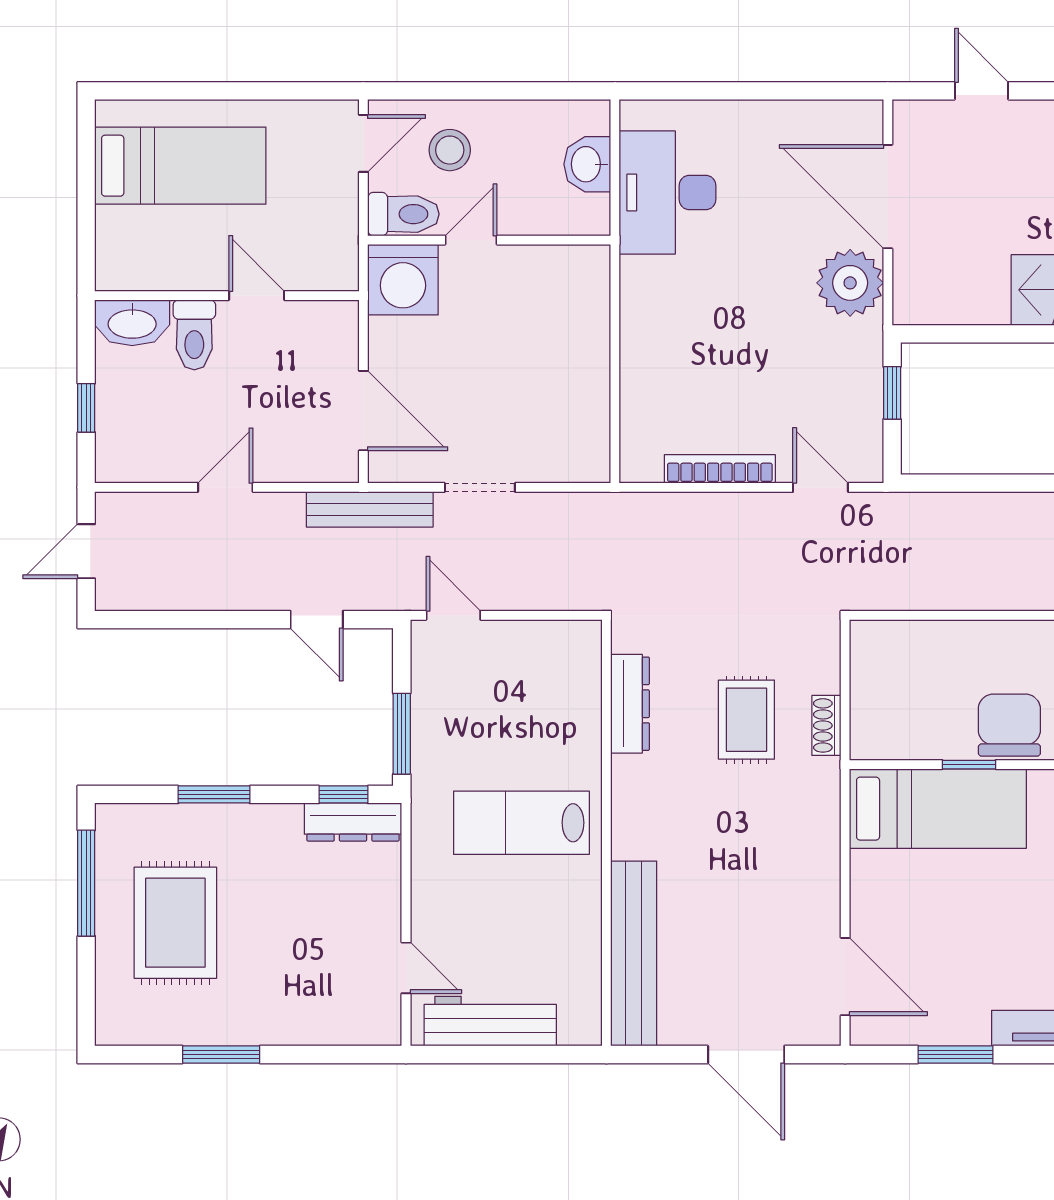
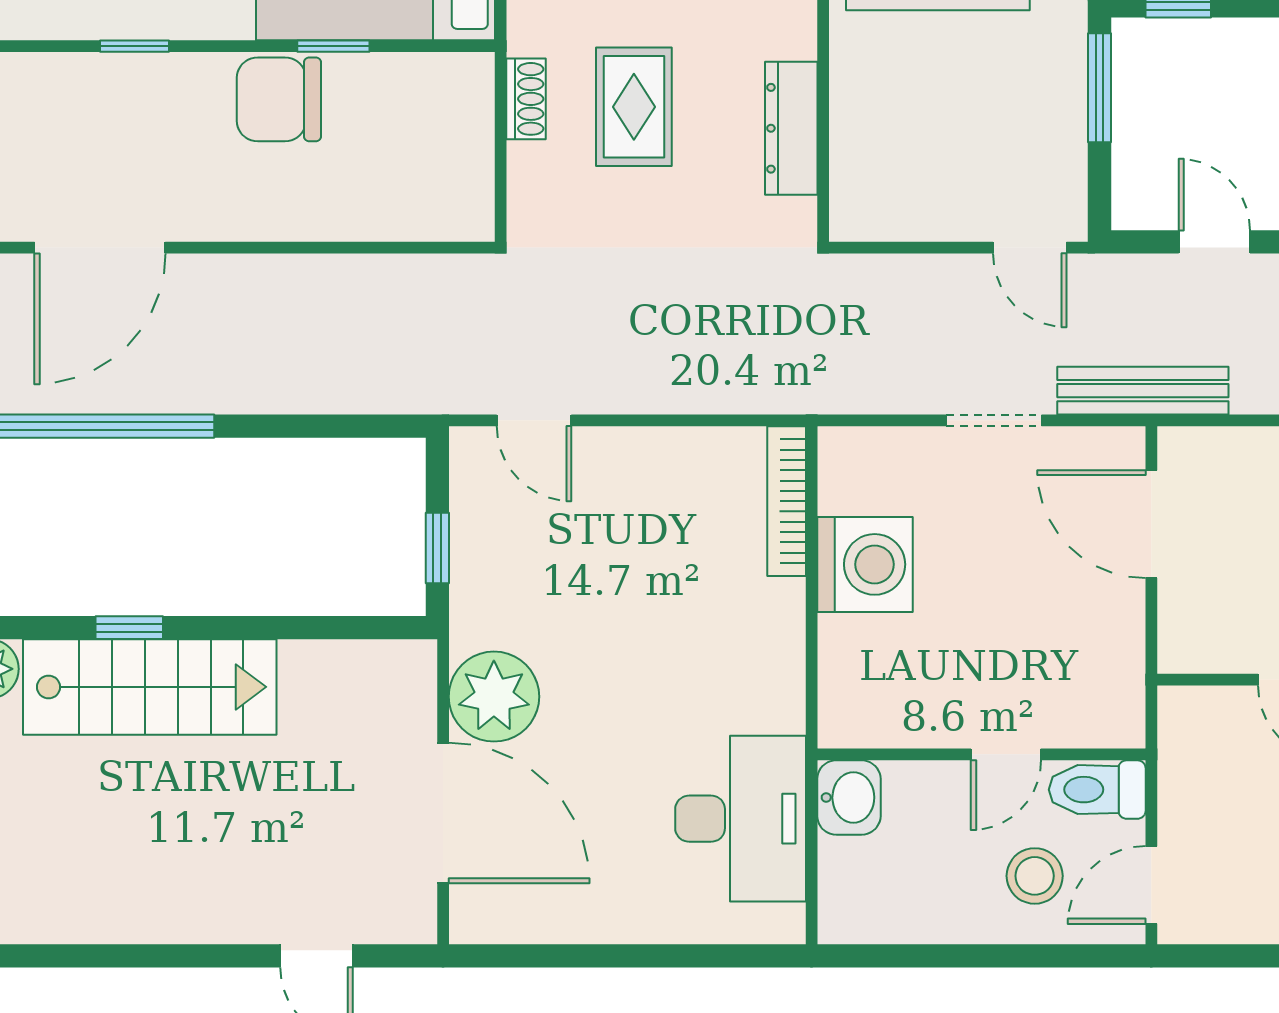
washbasin: (587, 164) -> (849, 797), moved
washing machine: (403, 280) -> (865, 564), moved, turned 90
bookcase: (720, 469) -> (787, 501), moved, turned 90
chair: (1009, 725) -> (279, 99), turned 90

